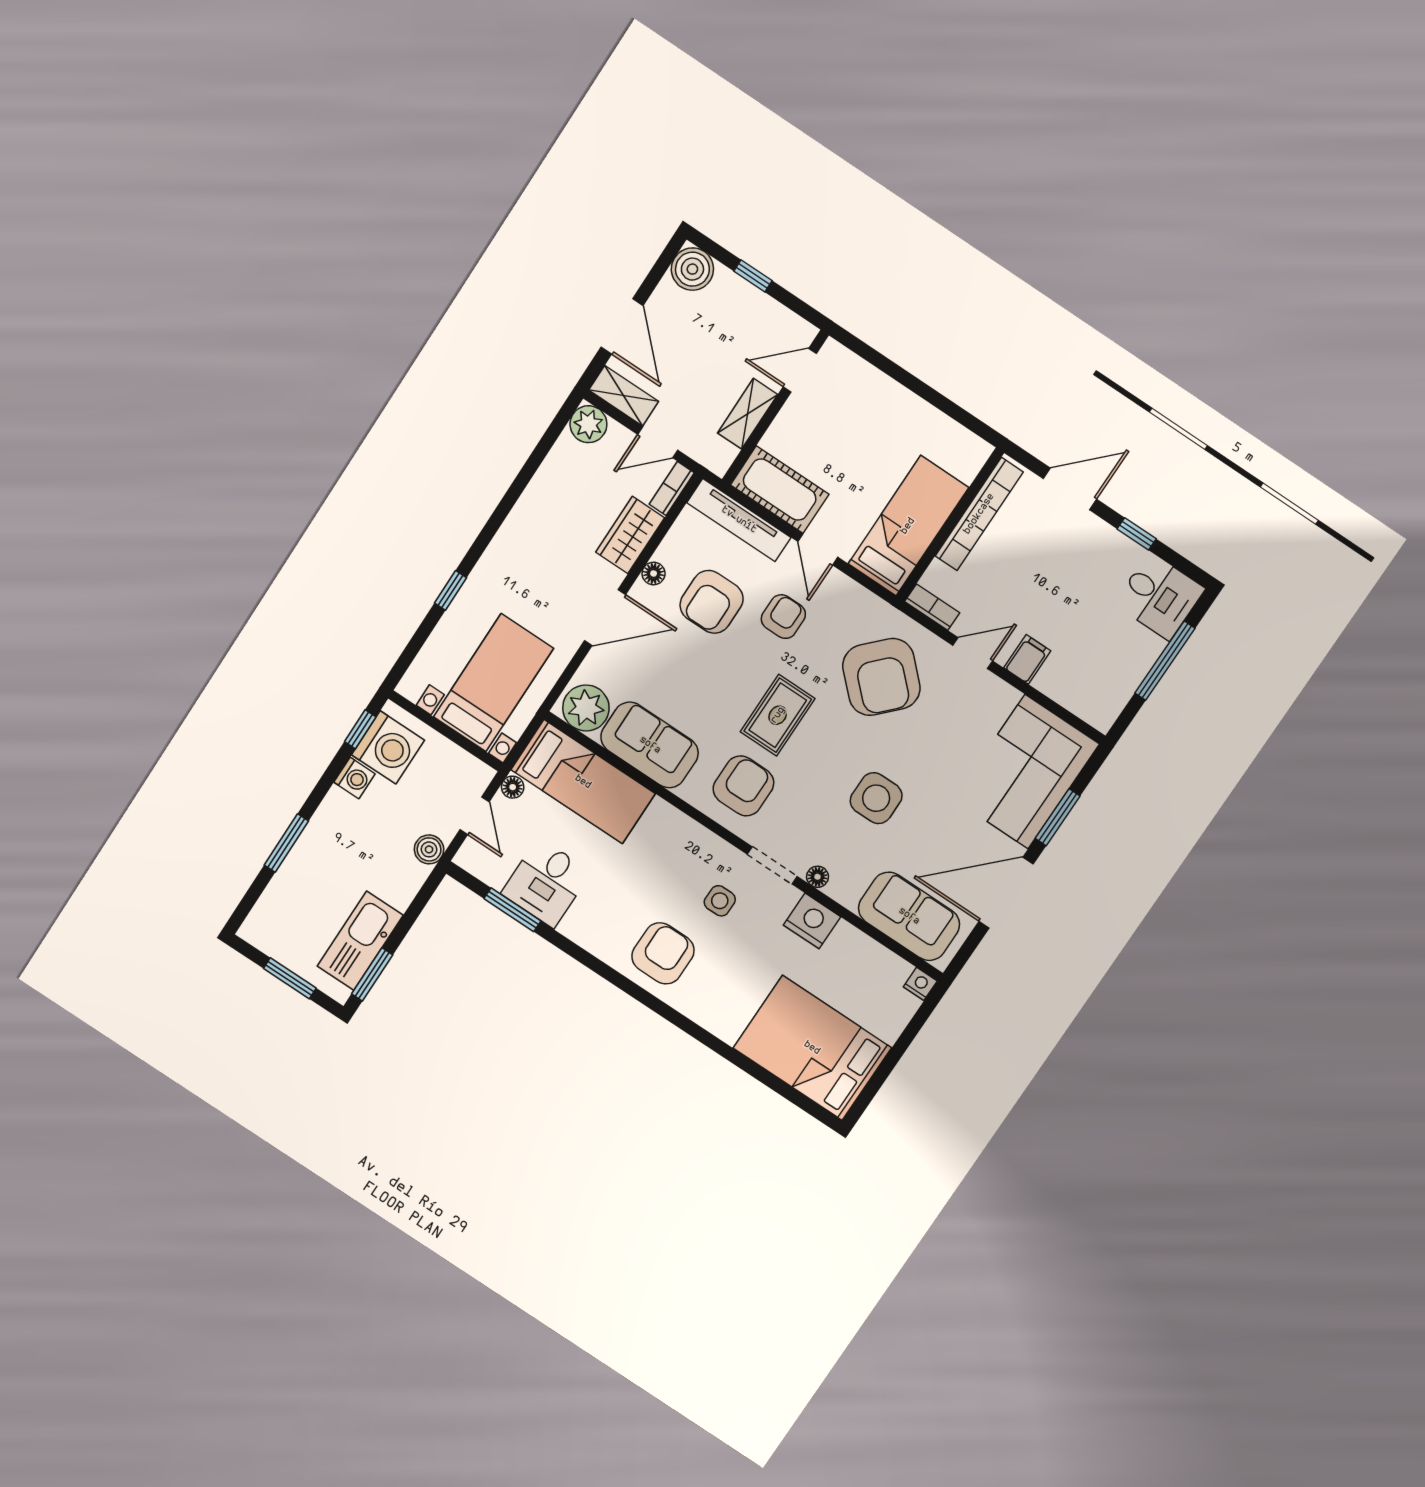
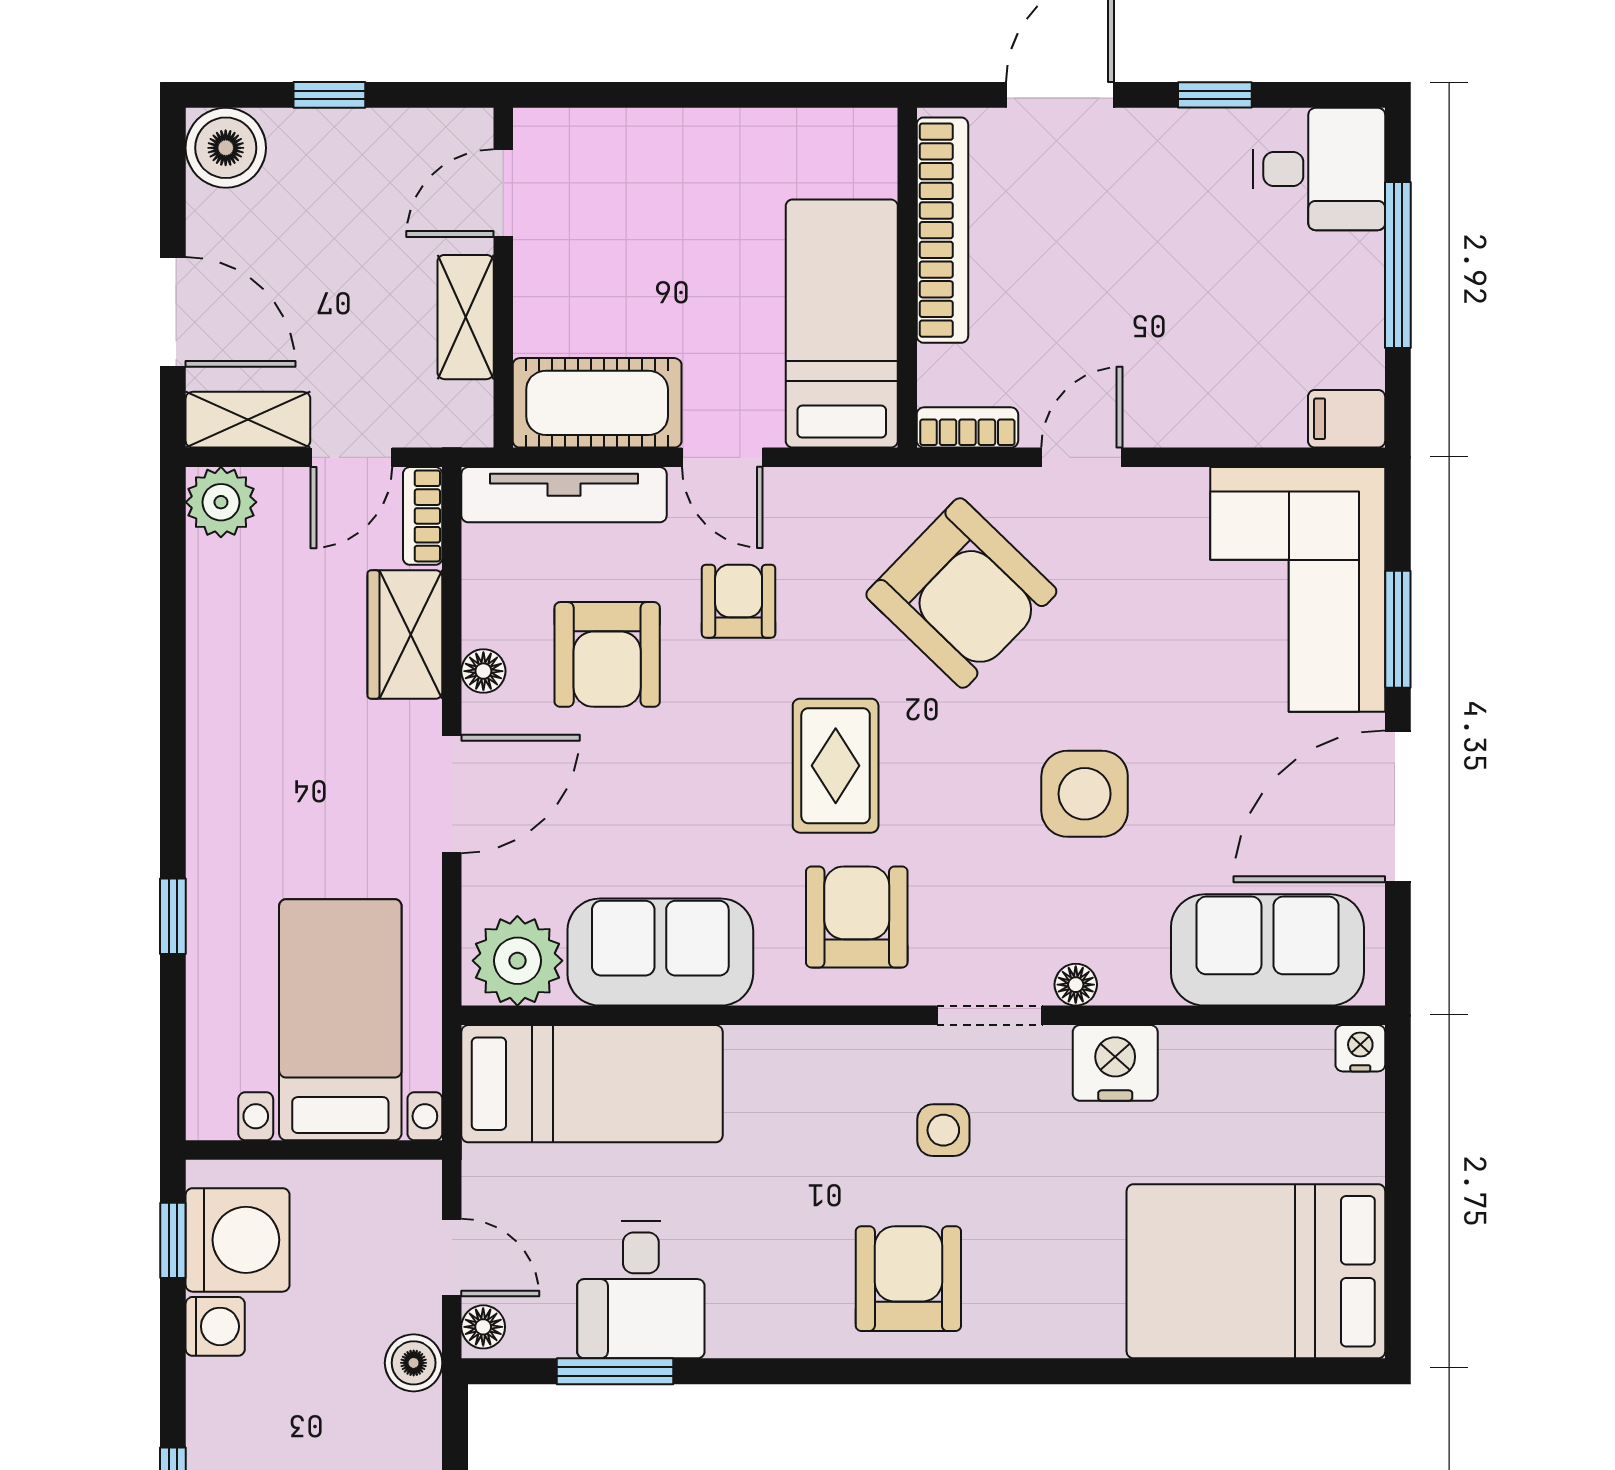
filing cabinet: (1027, 659) -> (1347, 419), moved, turned -90
floor lamp: (513, 787) -> (483, 1327), moved

